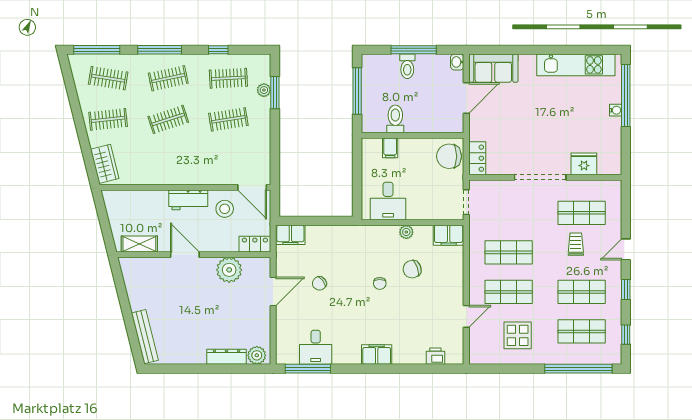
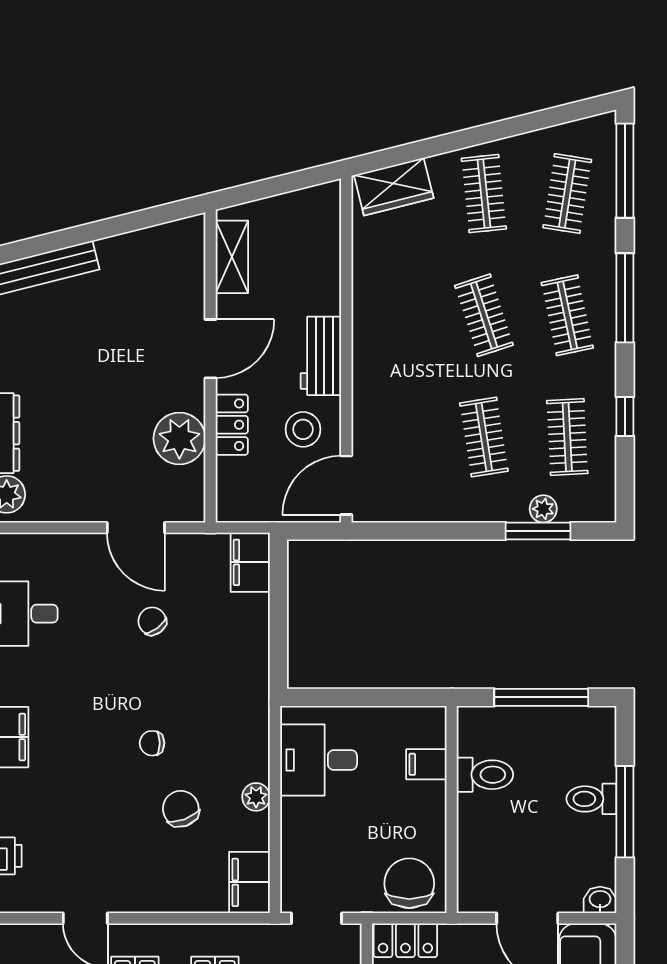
locker: (255, 244) -> (232, 425), moved

